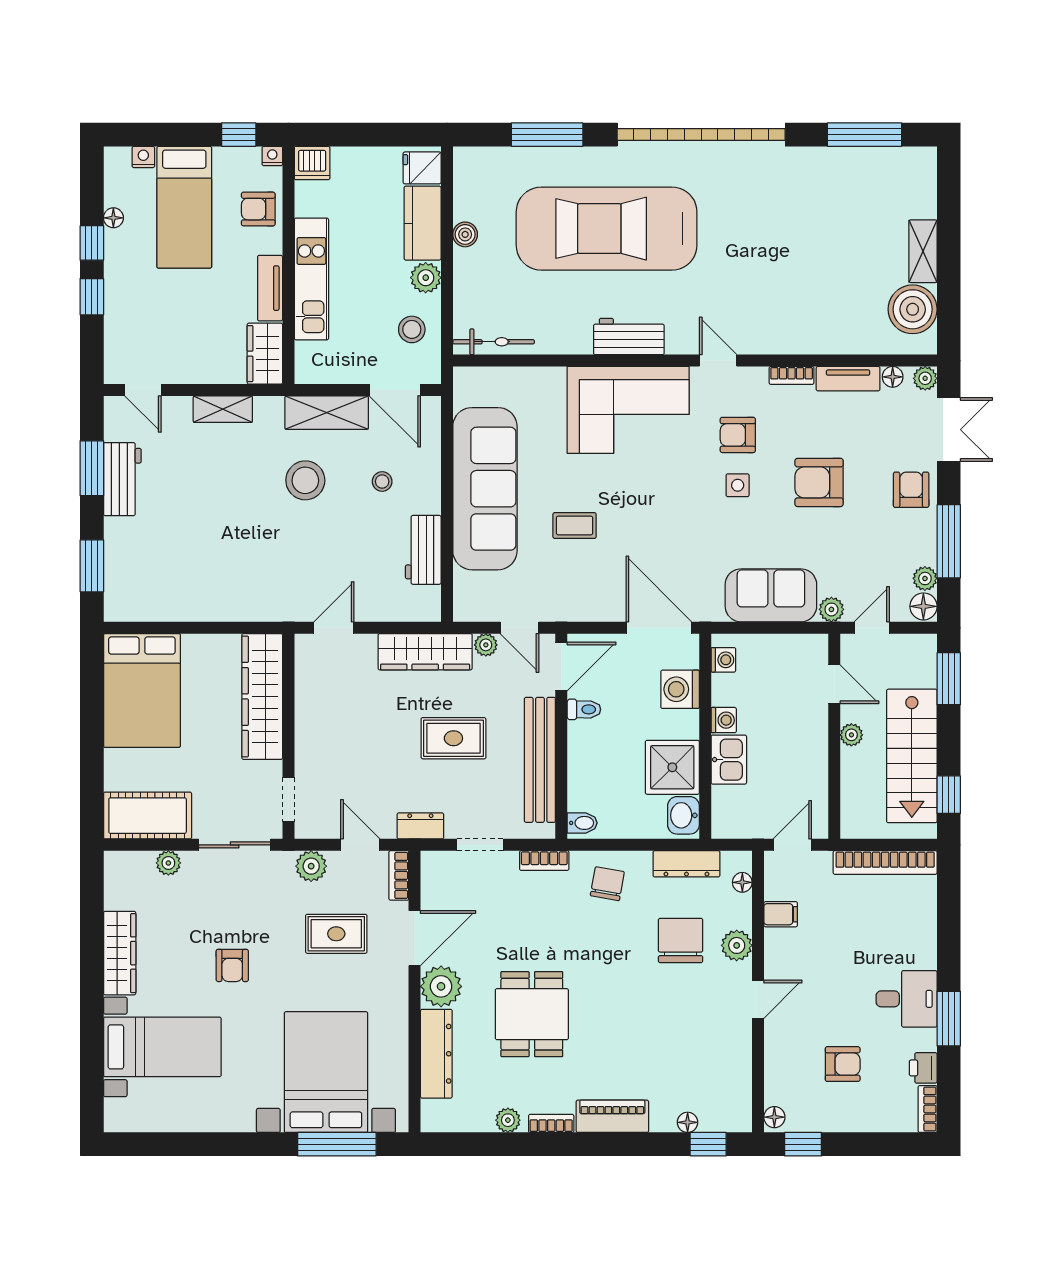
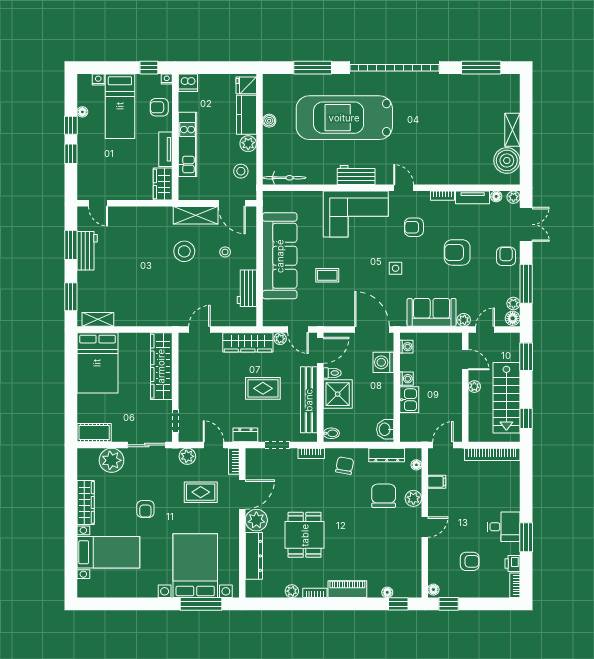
shelving: (223, 409) -> (98, 319), moved
side table: (738, 485) -> (396, 268), moved
shower: (672, 767) -> (338, 394), moved
cot: (148, 816) -> (94, 433), width x0.73, depth x0.75
plant: (168, 863) -> (112, 460), width x1.87, depth x1.87

